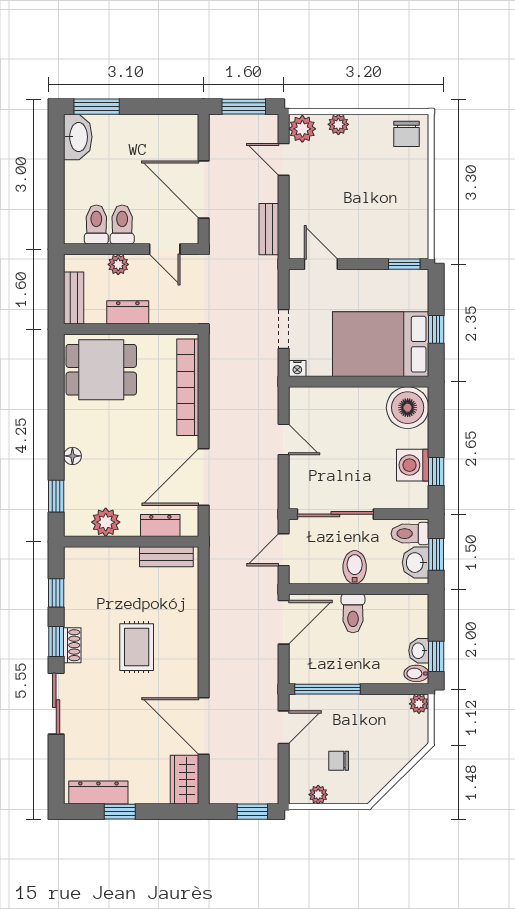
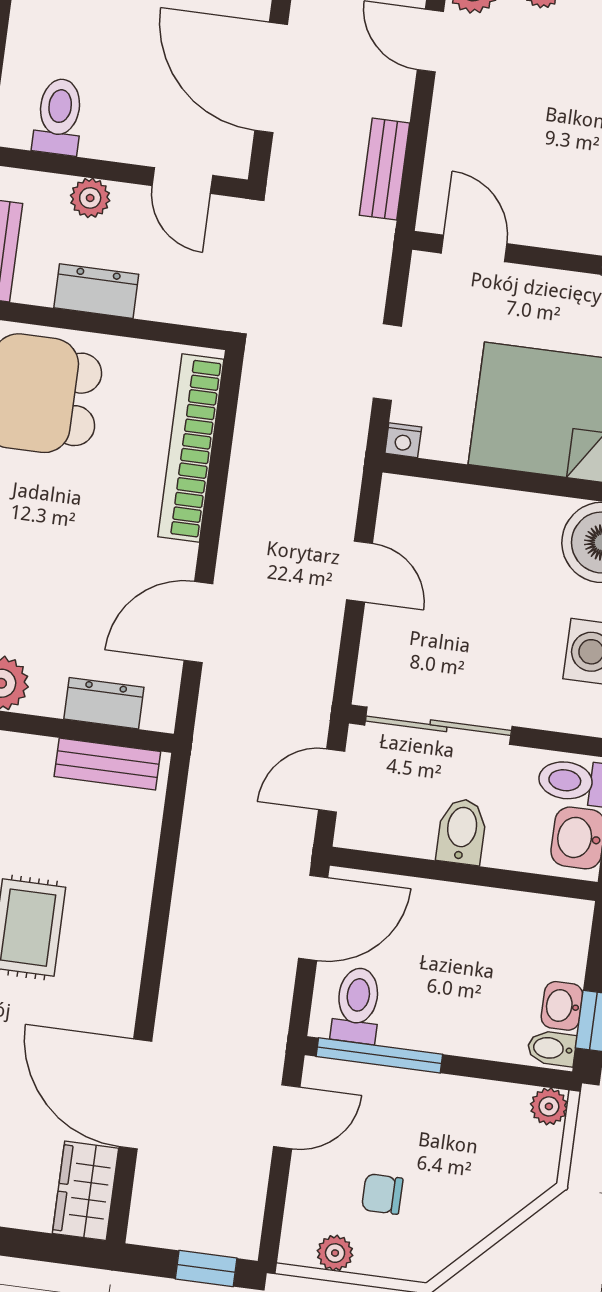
toilet: (122, 224) -> (108, 123), removed
door: (204, 477) -> (198, 622), width x0.73
toilet: (353, 613) -> (357, 1005), moved, turned 180

